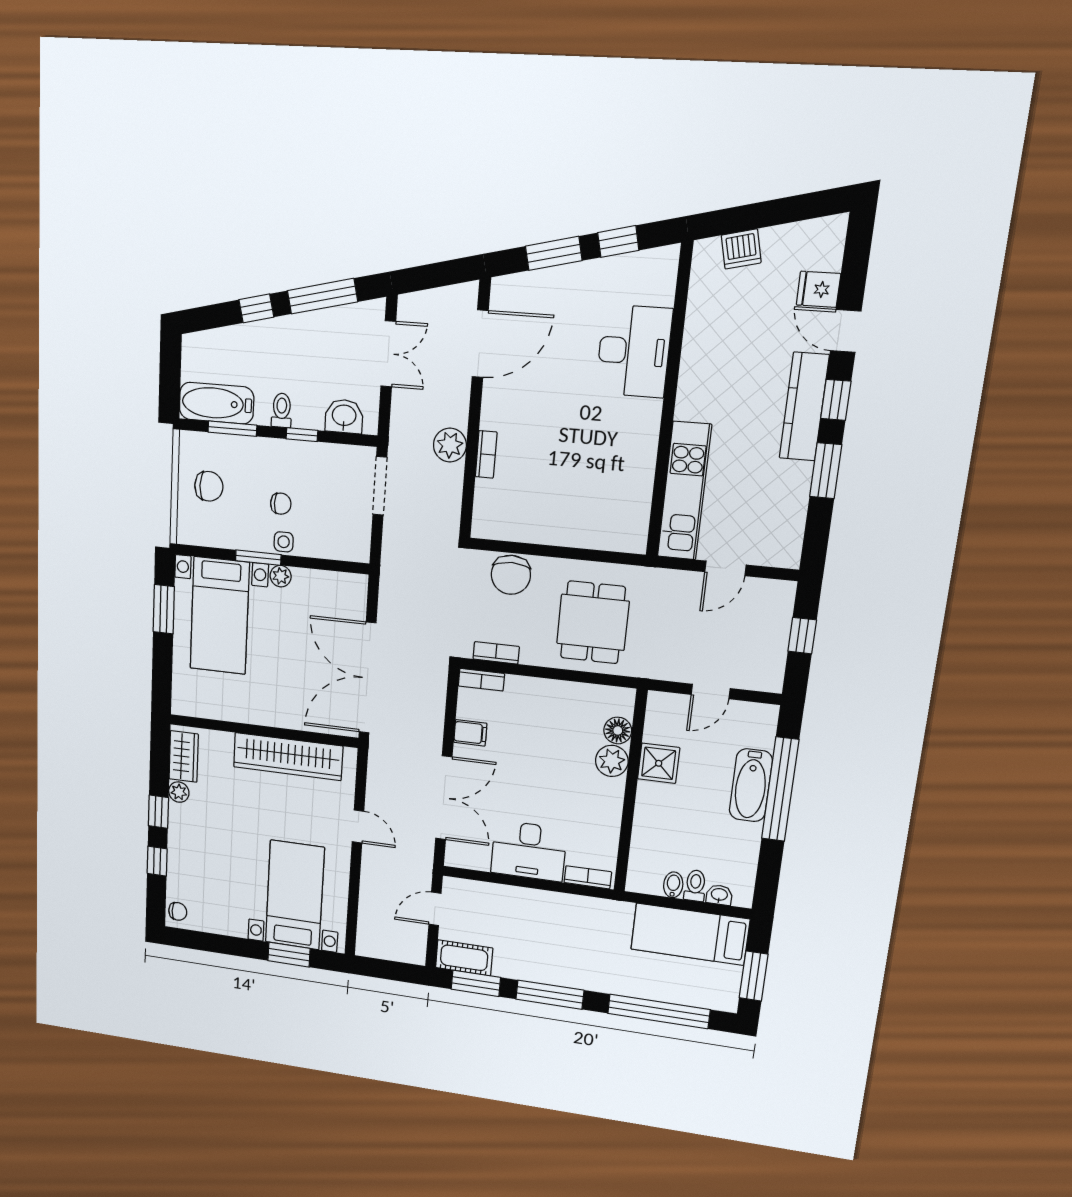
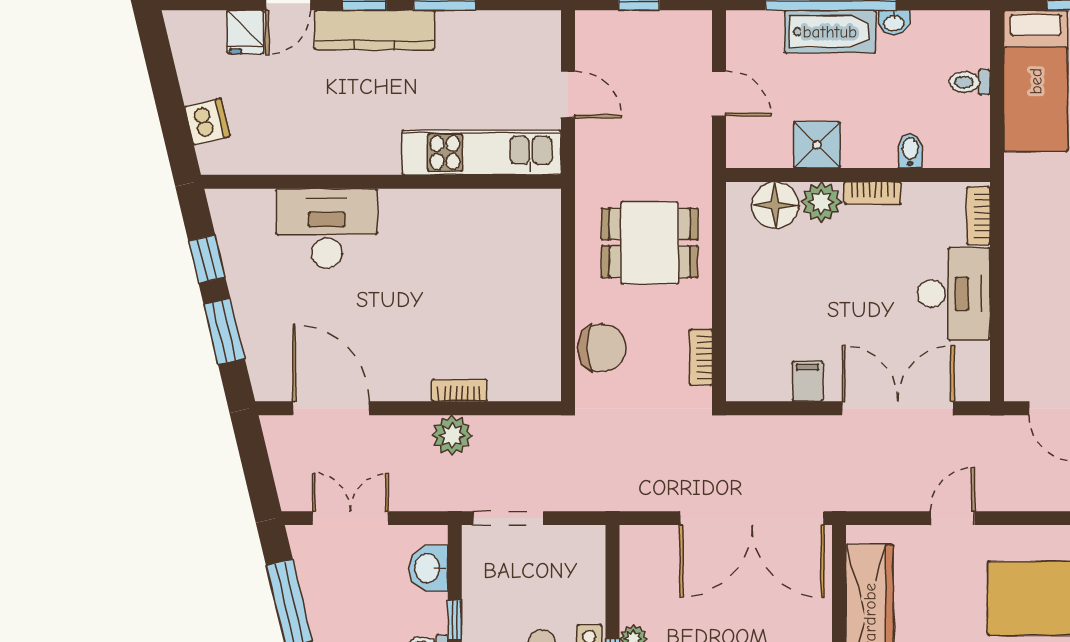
bookcase: (481, 680) -> (873, 193), moved, turned 90
floor lamp: (618, 730) -> (775, 205), width x1.38, depth x1.38
bidet: (673, 885) -> (910, 151), moved, turned 90
washbasin: (719, 895) -> (894, 23), moved, turned -90

